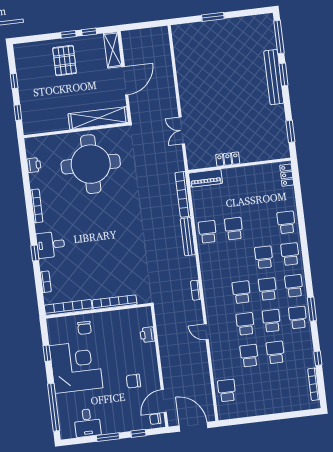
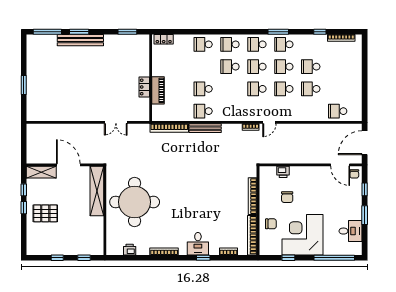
piano: (206, 178) -> (158, 90), moved
door: (206, 332) -> (269, 122), moved
chair: (133, 381) -> (287, 197), moved

